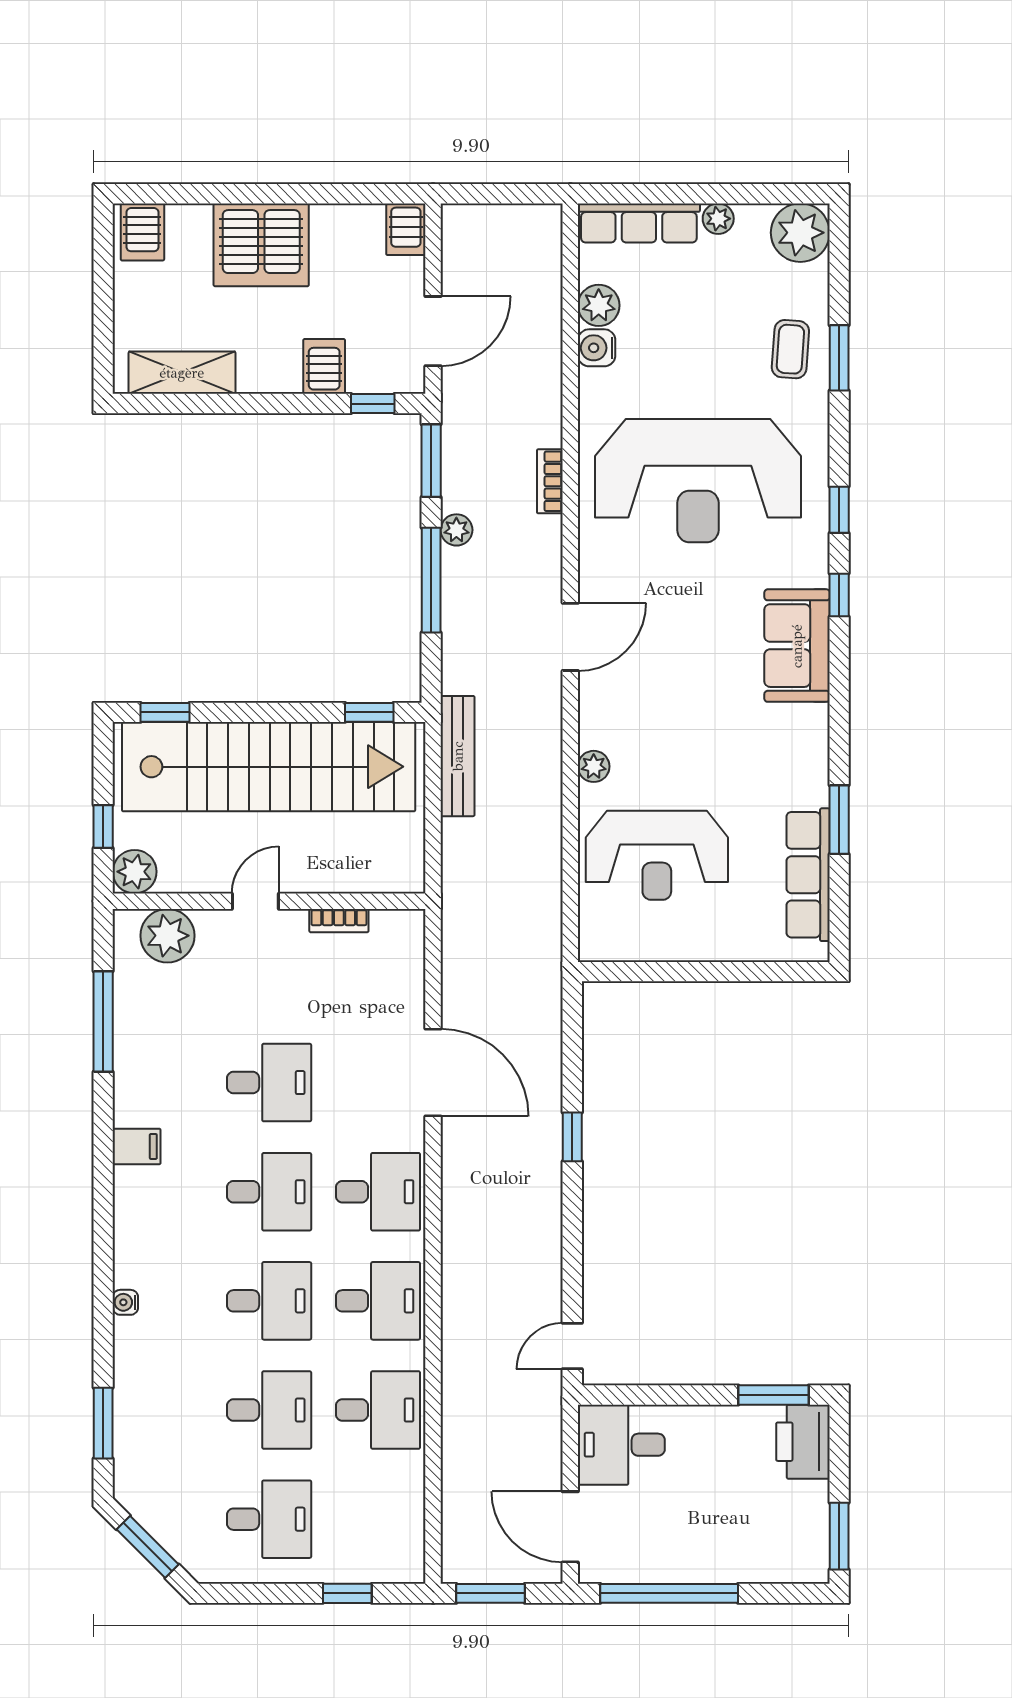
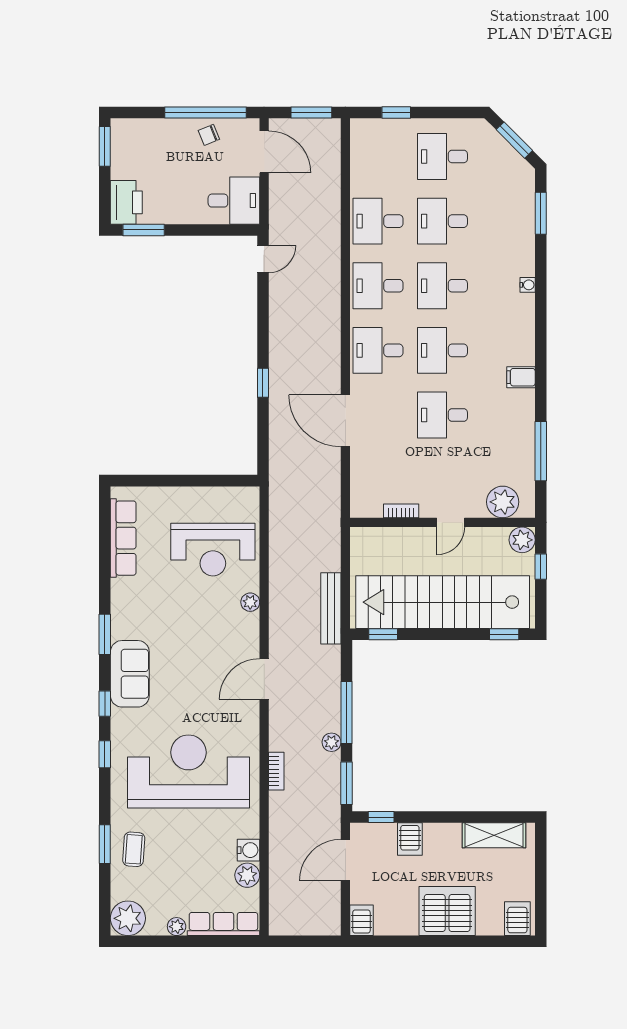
window: (839, 820) -> (105, 634), moved
reception desk: (657, 855) -> (213, 550), turned 180
chair: (664, 1556) -> (209, 135), added

